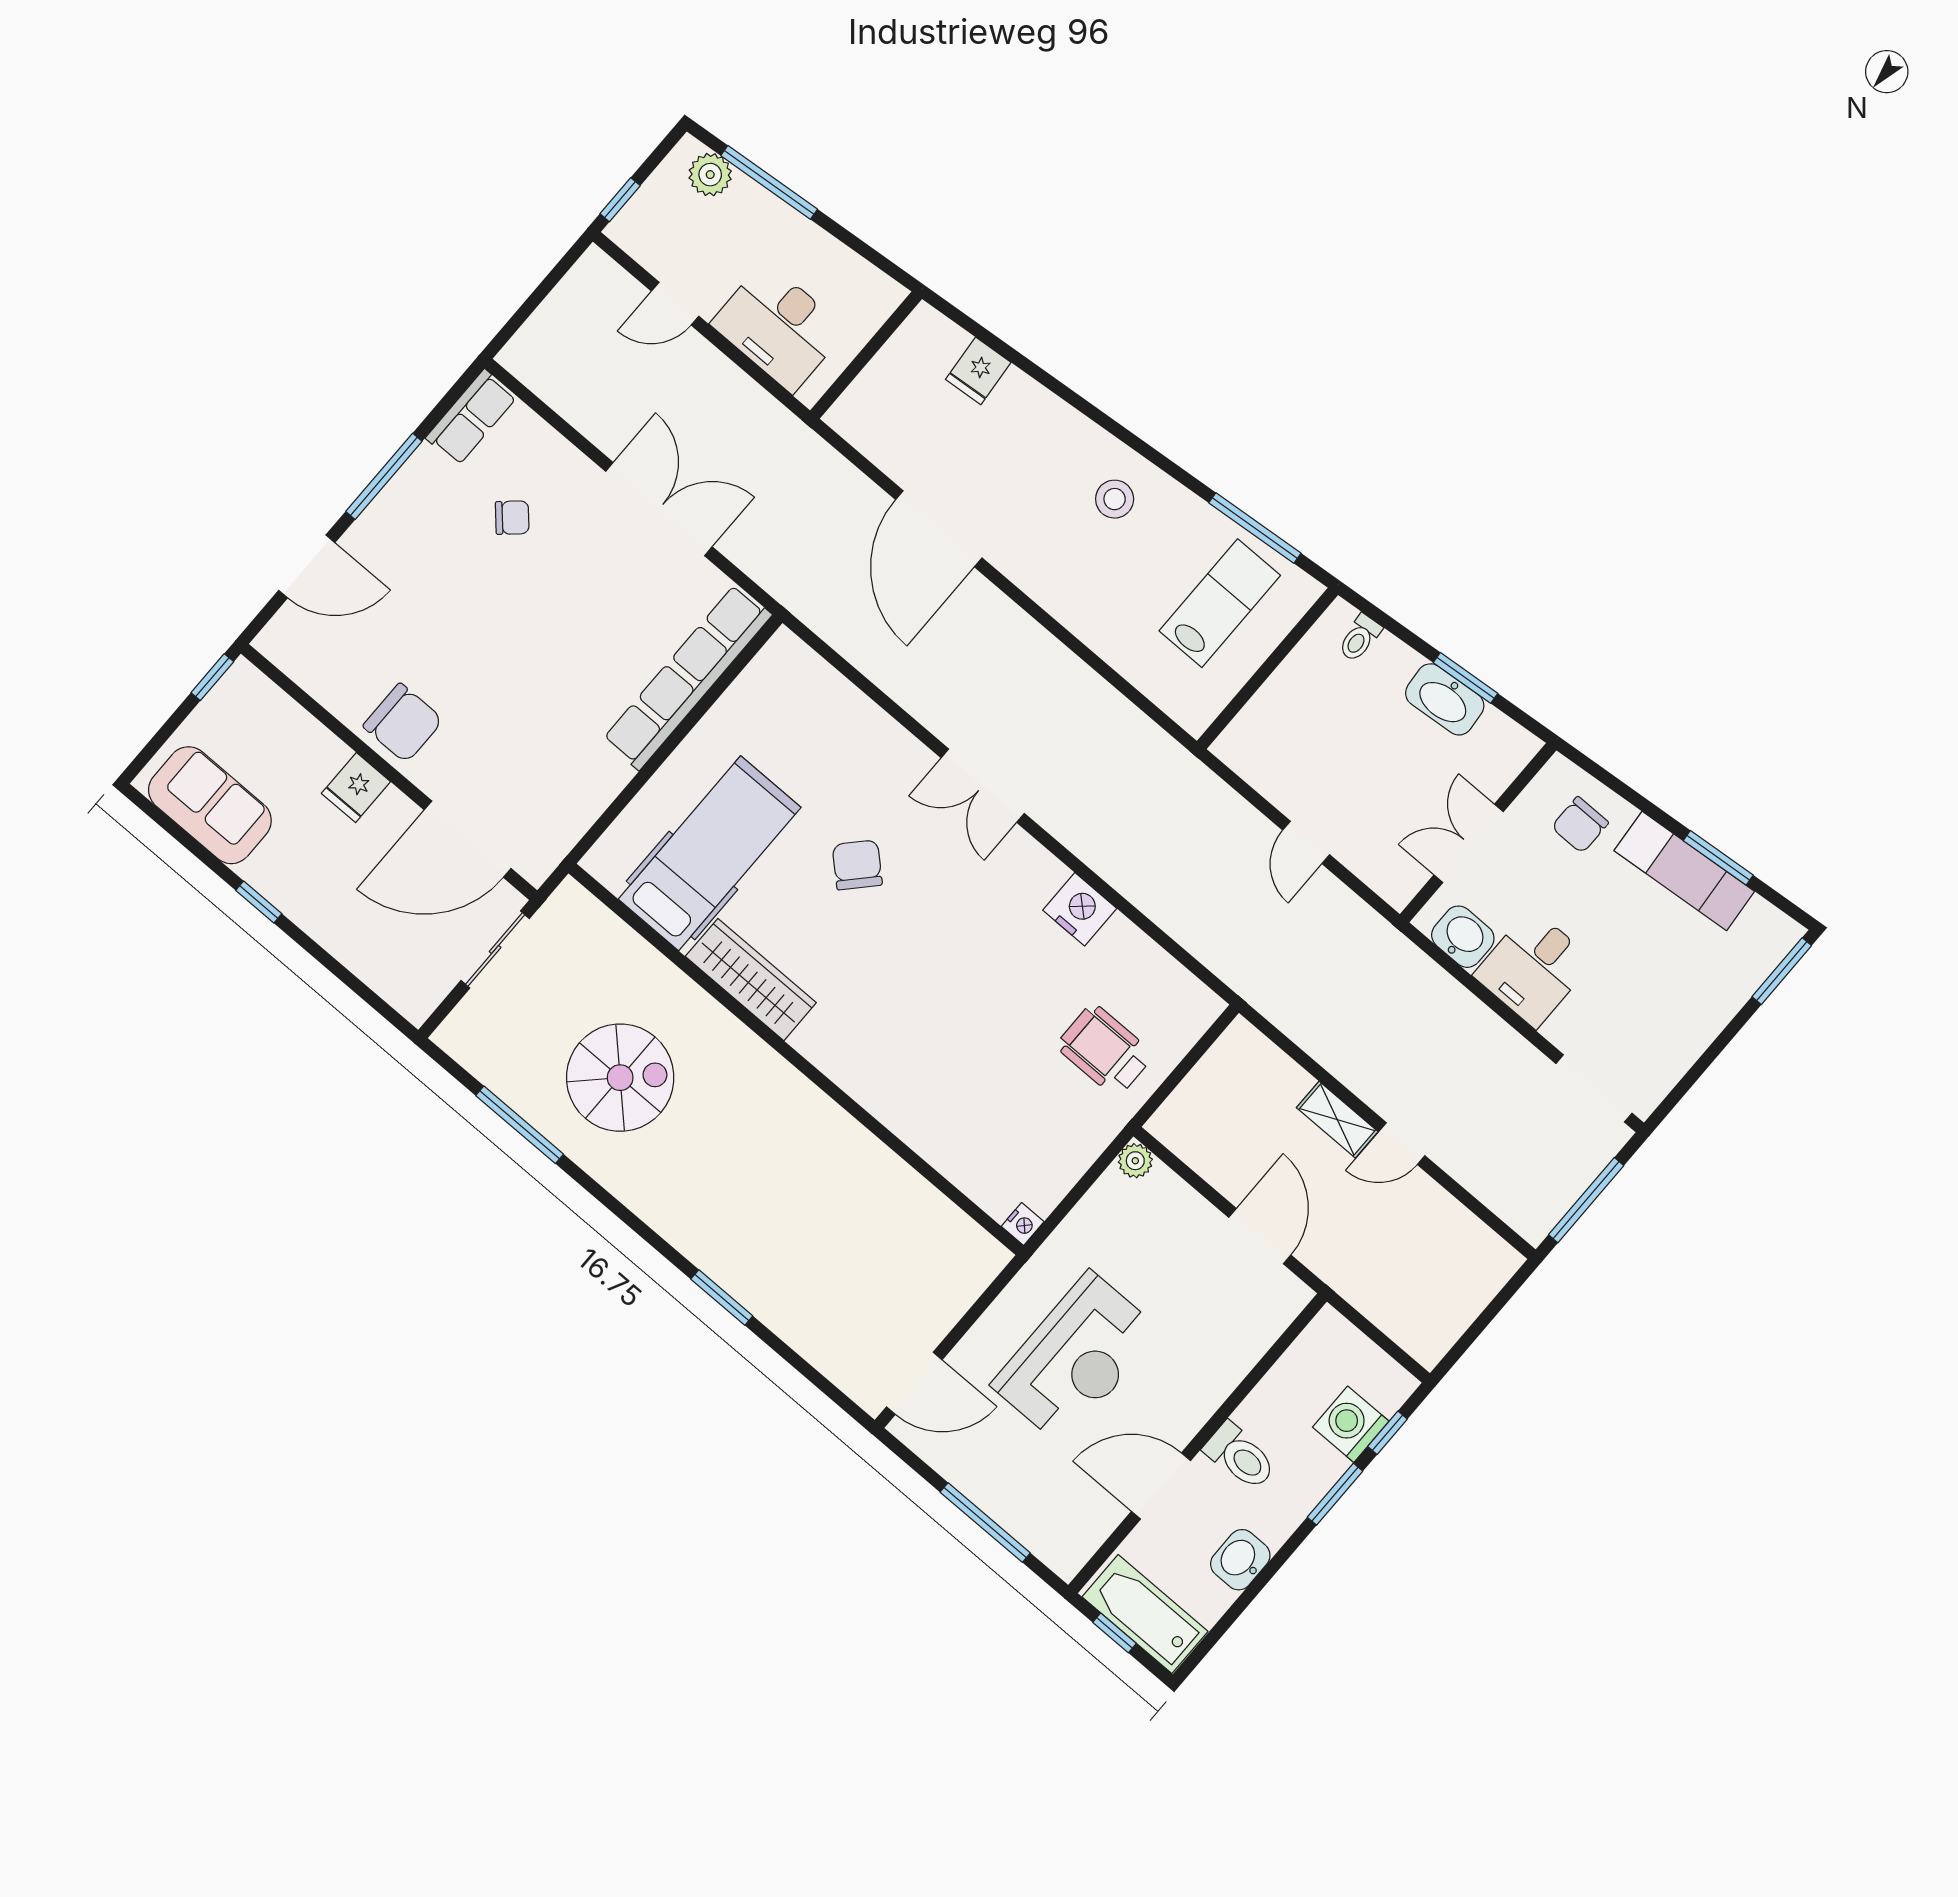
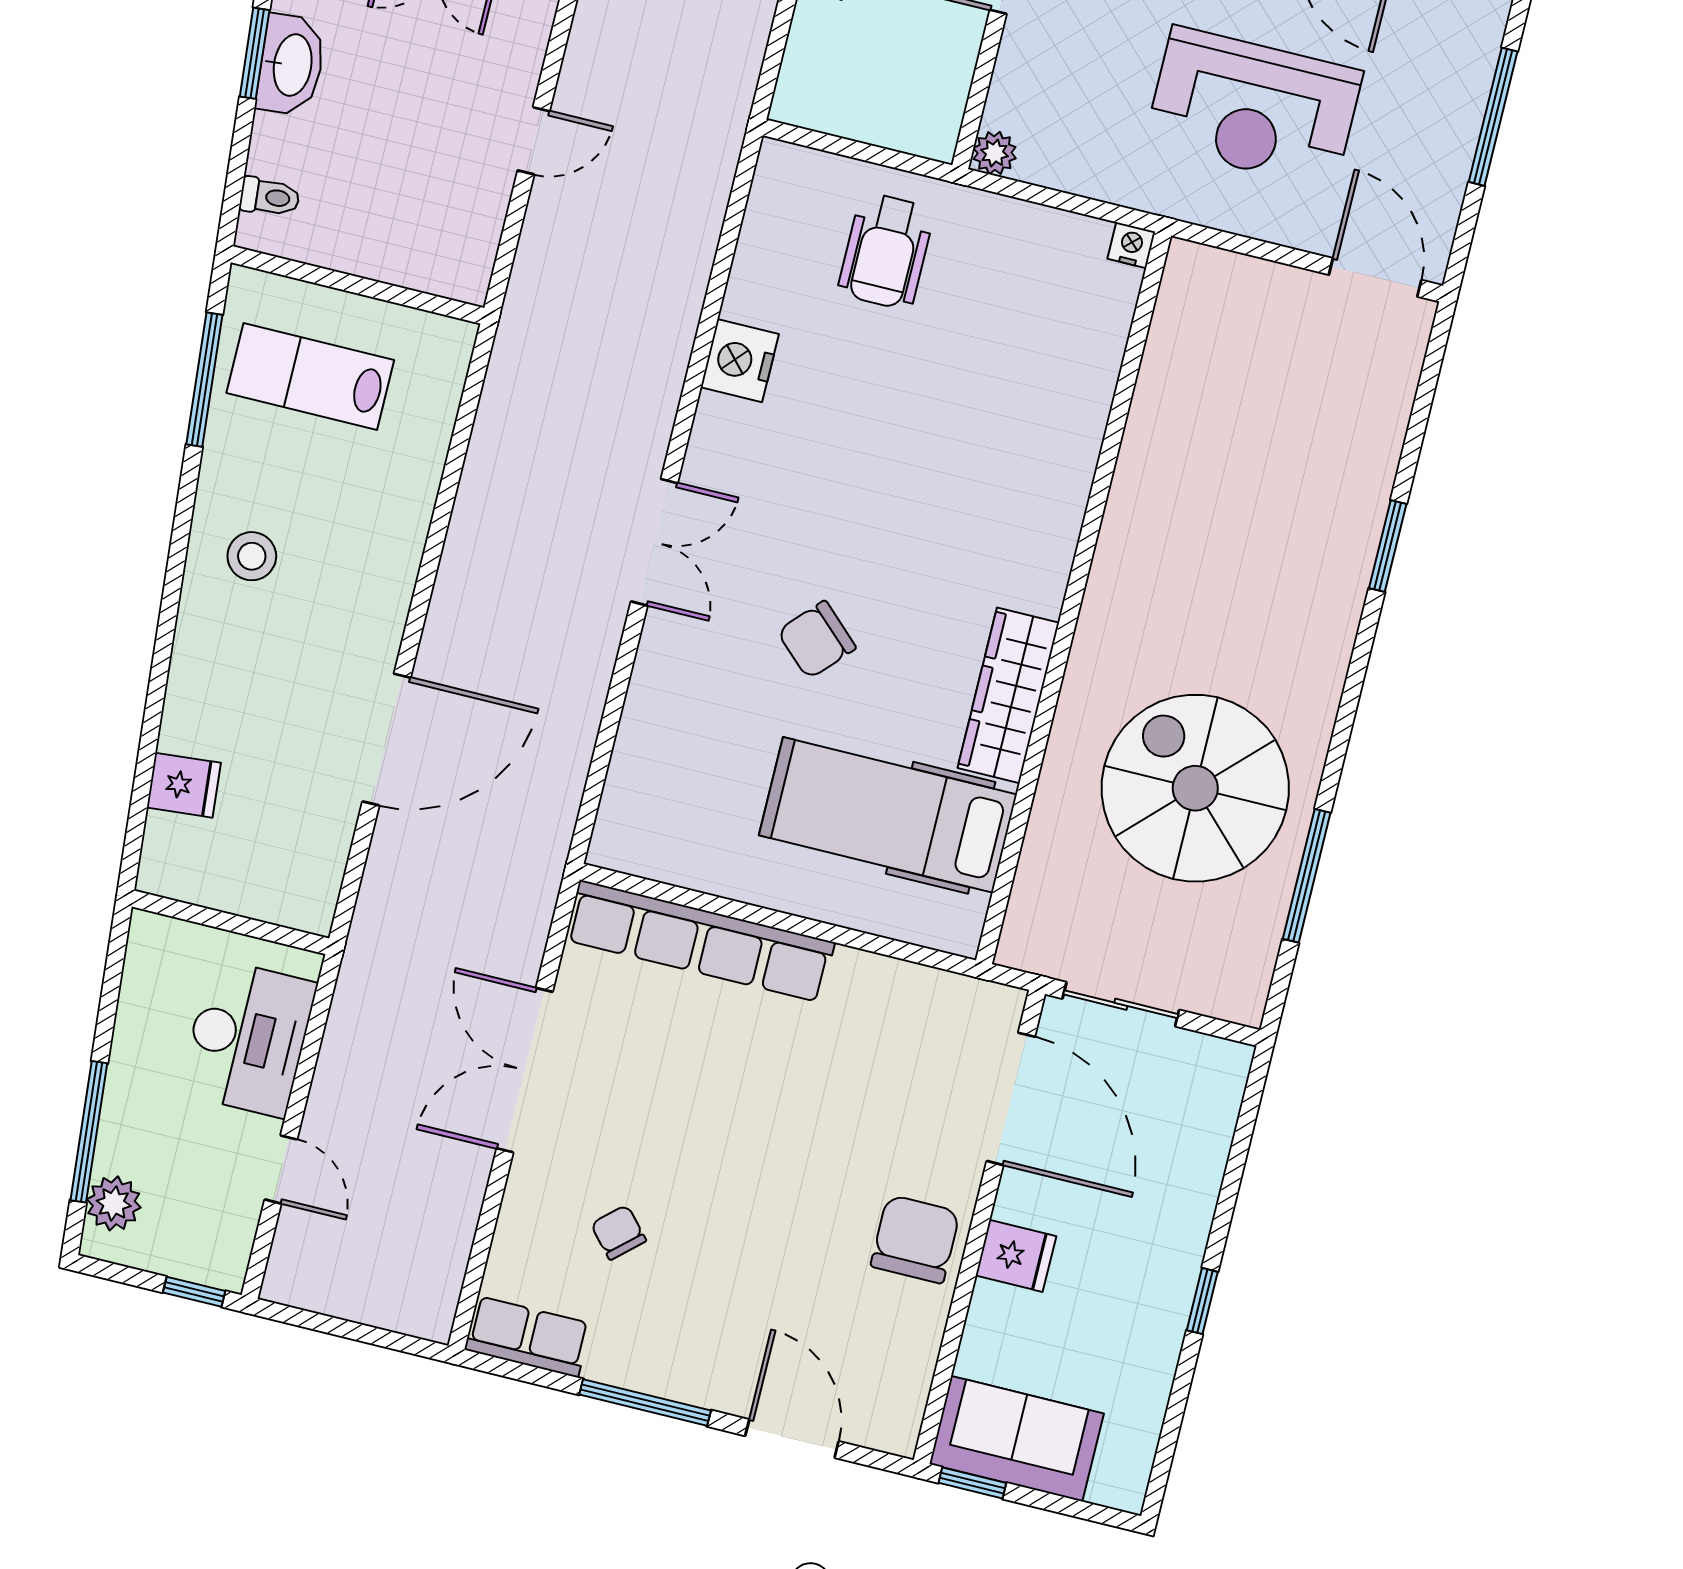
sofa: (210, 805) -> (1017, 1439), moved, turned 90
spiral stairs: (620, 1078) -> (1195, 788), width x1.37, depth x1.37
reception desk: (1076, 1358) -> (1254, 108), turned 180

